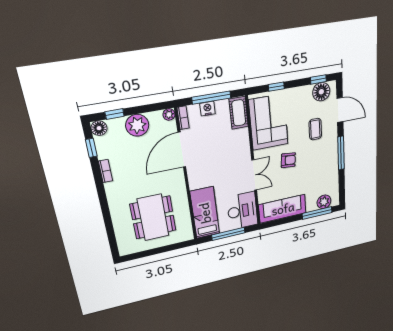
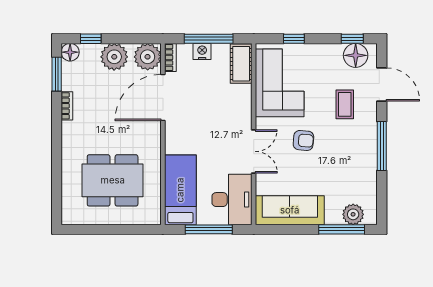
plant: (169, 114) -> (148, 57), width x1.88, depth x1.88
window: (91, 148) -> (57, 74), width x1.50
dining table: (153, 217) -> (113, 180), turned 90

